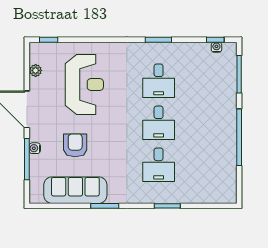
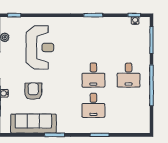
desk: (159, 81) -> (129, 75), moved

